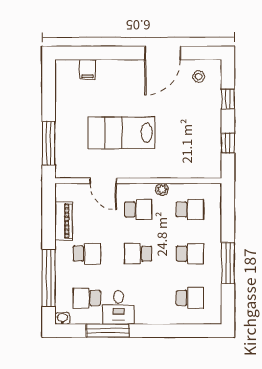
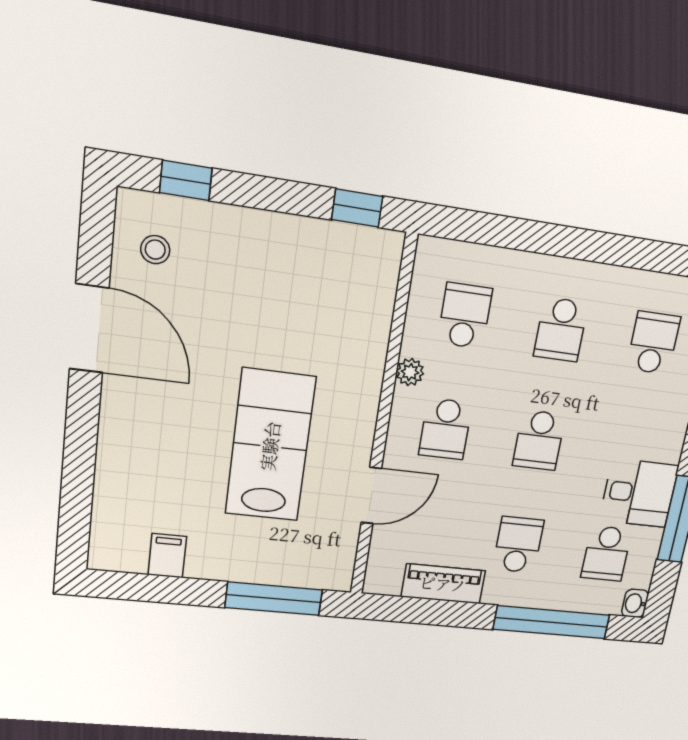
filing cabinet: (87, 69) -> (167, 556), moved, turned -90
window: (228, 99) -> (186, 180), moved
lab bench: (121, 133) -> (270, 446), turned 180
window: (228, 143) -> (357, 208), moved
school desk: (138, 209) -> (445, 429), turned 180
school desk: (190, 254) -> (561, 330), turned 180
window: (228, 263) -> (598, 247), removed

